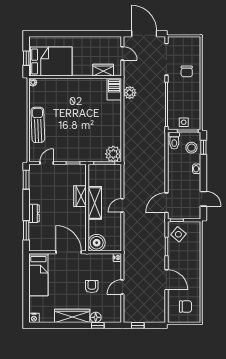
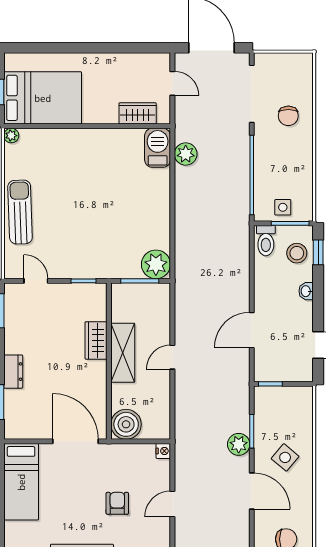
door: (47, 163) -> (36, 281), hinge flipped
door: (166, 203) -> (252, 330), moved
side table: (178, 234) -> (285, 457), moved
plant: (159, 254) -> (239, 444), added

